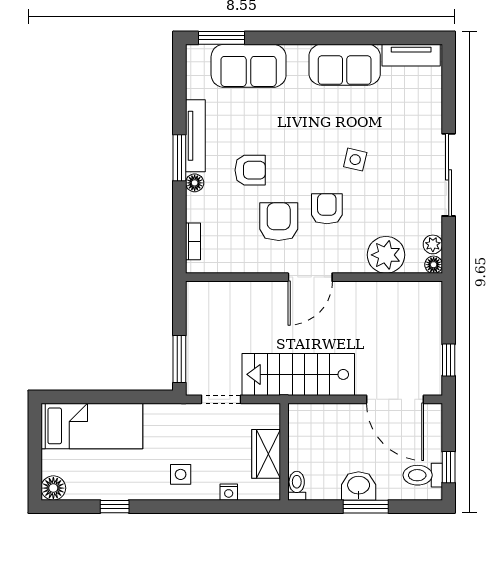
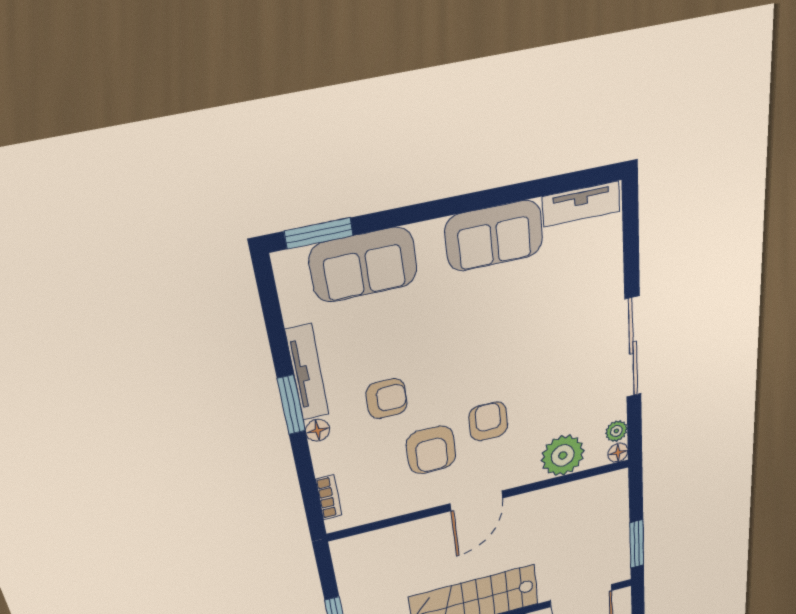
side table: (355, 160) -> (518, 355), removed
armchair: (279, 222) -> (431, 450), turned 180
window: (449, 360) -> (637, 544), width x1.50

